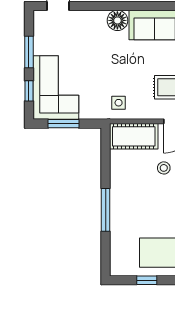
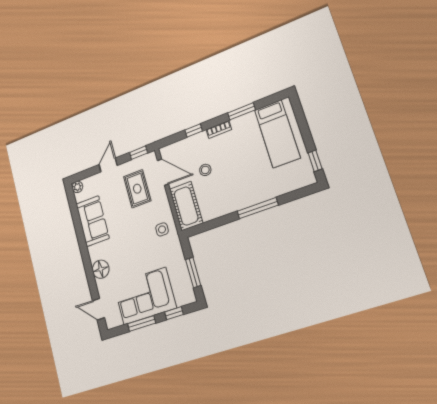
floor lamp: (117, 20) -> (101, 269), moved
corner sofa: (56, 88) -> (145, 296), moved
window: (147, 280) -> (315, 161), moved

